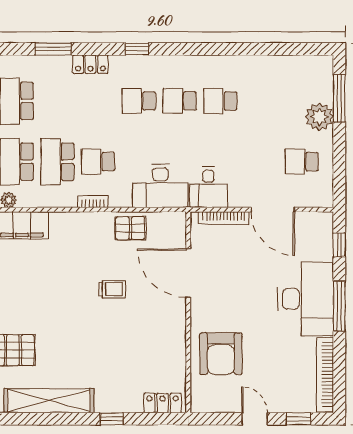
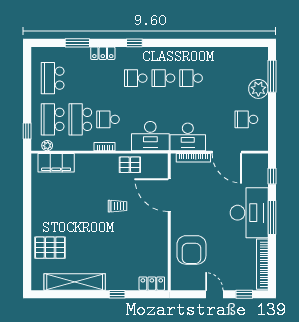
desk: (208, 187) -> (188, 137), width x1.37

